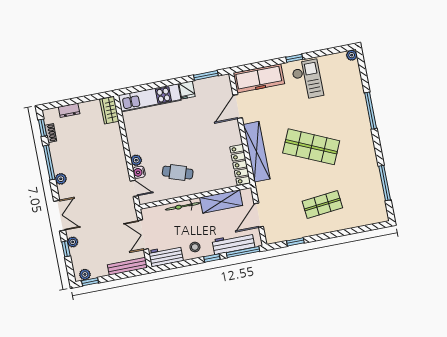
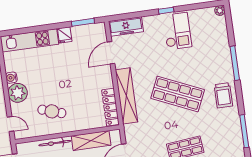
freezer: (259, 78) -> (126, 26), width x0.73, depth x0.79
trolley: (360, 146) -> (223, 95), added
plant: (136, 160) -> (18, 93), width x1.88, depth x1.88
water cooler: (139, 172) -> (11, 78), moved

